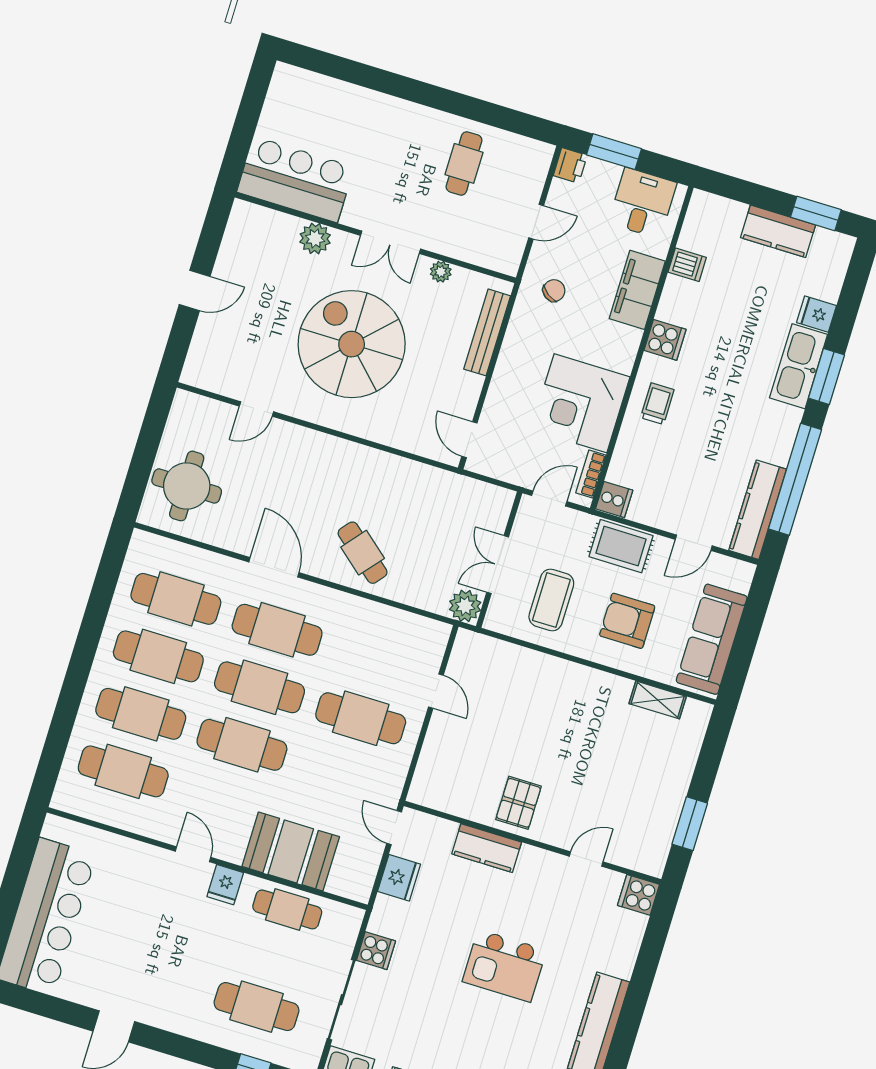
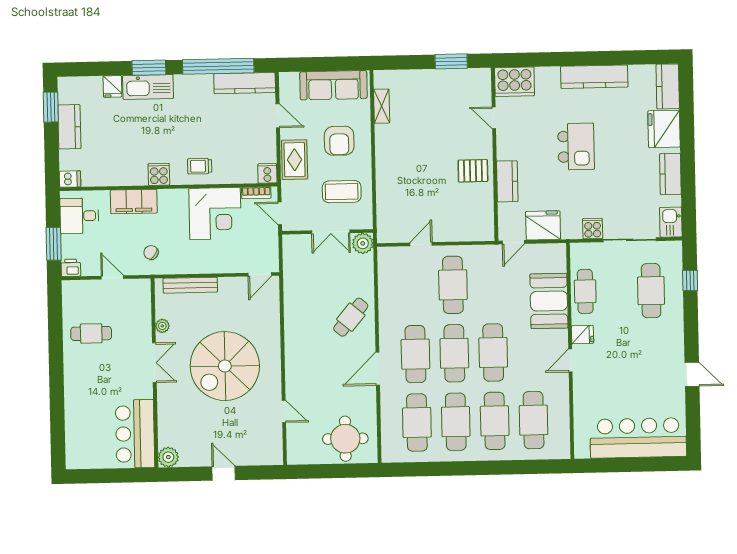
plant: (315, 239) -> (168, 457), moved
dishwasher: (687, 265) -> (70, 179), moved, turned 90
fridge: (399, 878) -> (543, 225), width x1.36, depth x1.34
cooker: (639, 895) -> (515, 82), width x1.87, depth x1.31

